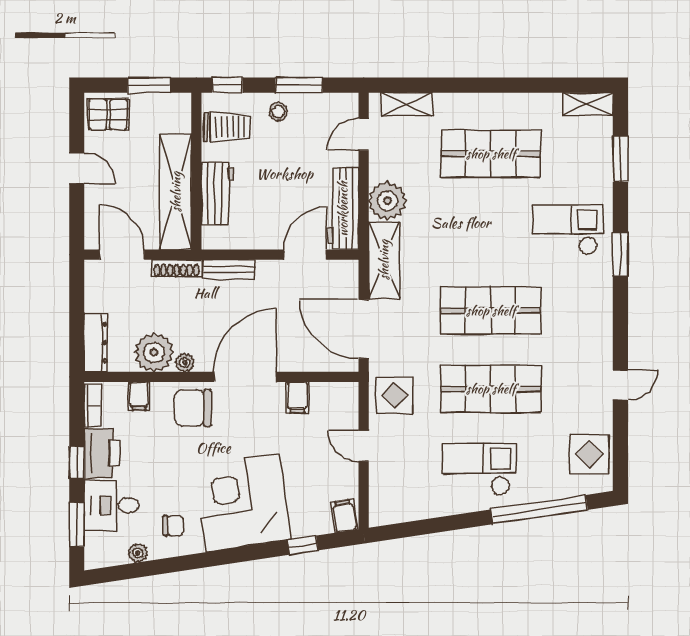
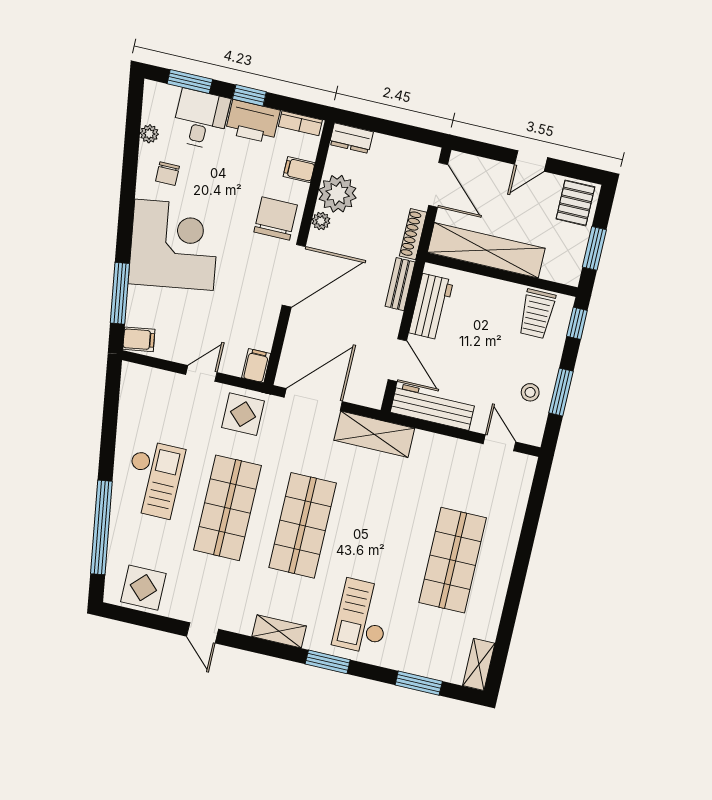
shelving: (407, 104) -> (279, 631), moved, turned 90
stool: (278, 112) -> (530, 392), moved
workbench: (218, 194) -> (431, 307), moved, turned -90
plant: (387, 201) -> (430, 451), removed
checkout: (567, 230) -> (363, 617), turned 180
door: (122, 255) -> (438, 185), hinge flipped
dresser: (96, 343) -> (351, 138), width x0.70
door: (245, 377) -> (294, 276), hinge flipped
filing cabinet: (297, 397) -> (256, 366), moved, turned 90
window: (303, 545) -> (120, 293), width x2.17

